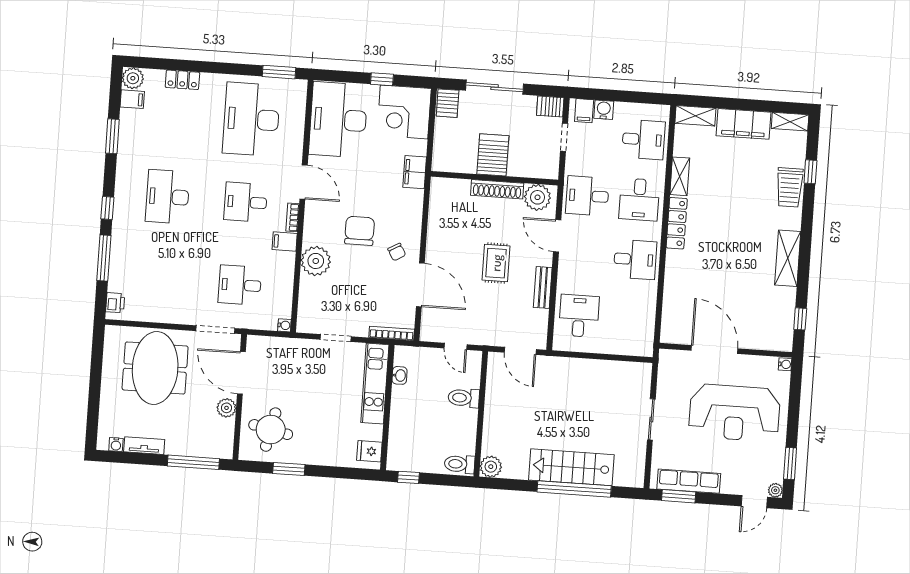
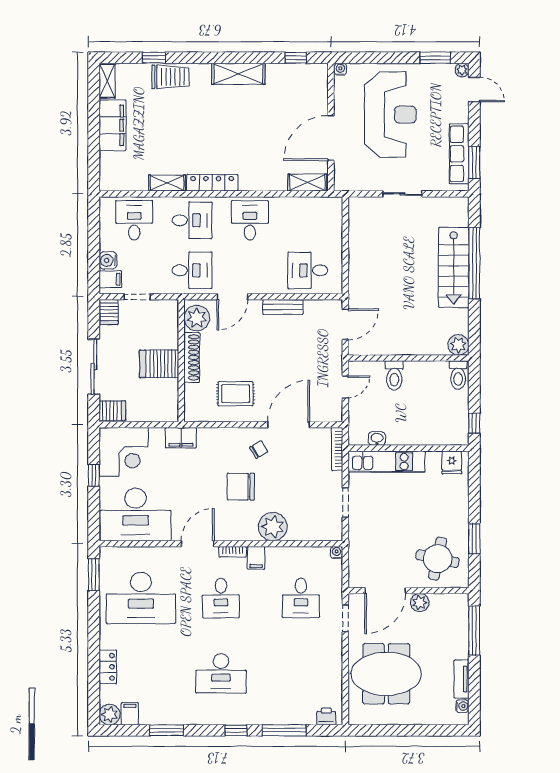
shelving: (695, 116) -> (307, 183), moved, turned 90
desk: (587, 196) -> (192, 270), turned -90
rug: (496, 263) -> (236, 394), moved
doorway: (215, 330) -> (345, 618), width x0.73

